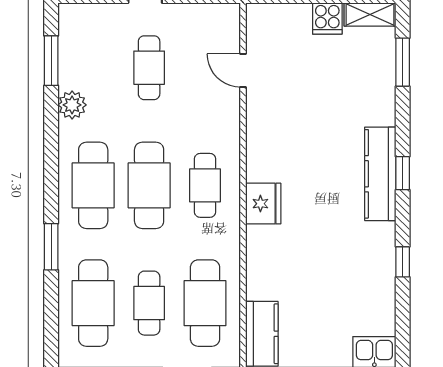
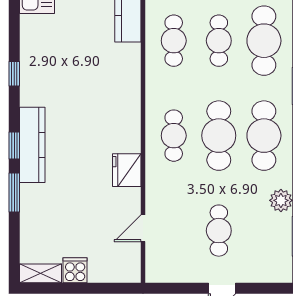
window: (403, 62) -> (14, 192), moved
door: (243, 70) -> (143, 228), swing flipped
fridge: (263, 204) -> (127, 170), moved
cafe table: (205, 303) -> (174, 41), width x0.73, depth x0.74

